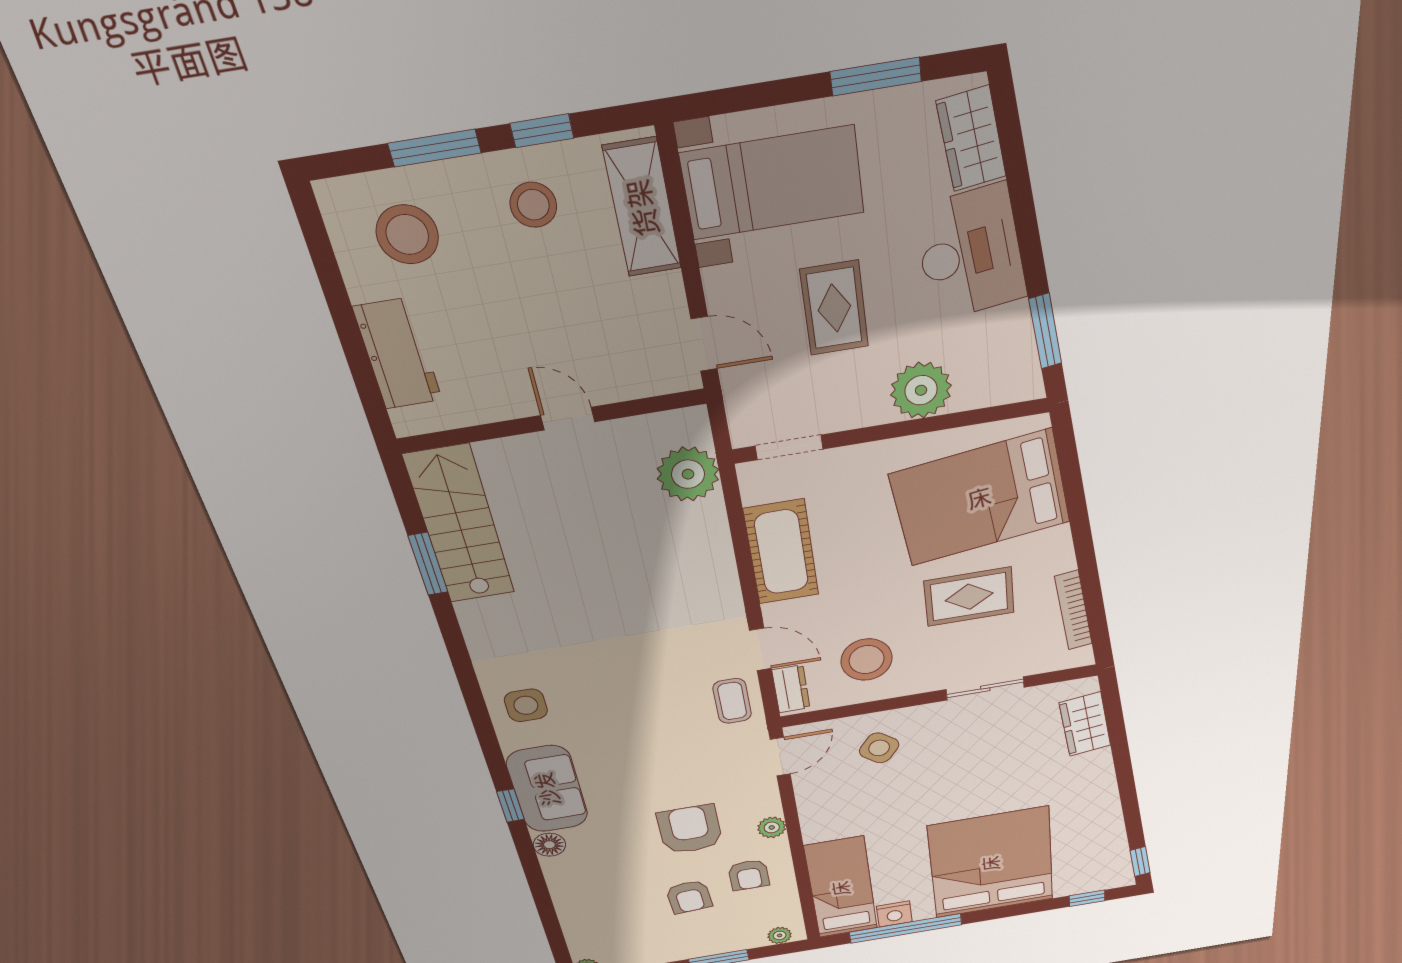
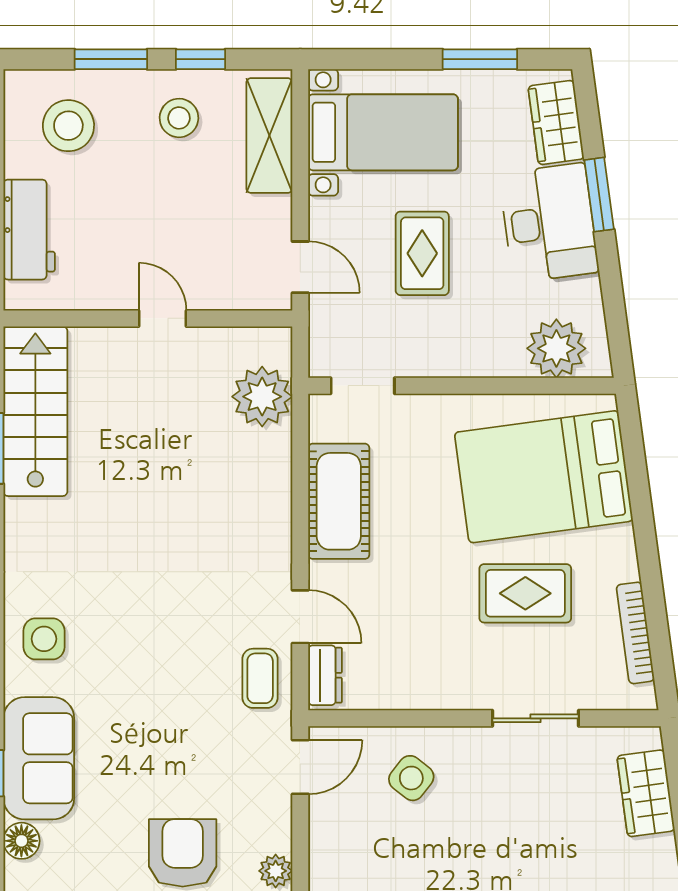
window: (1045, 331) -> (599, 195), moved
plant: (921, 390) -> (556, 348), moved
stool: (867, 660) -> (410, 653), removed

